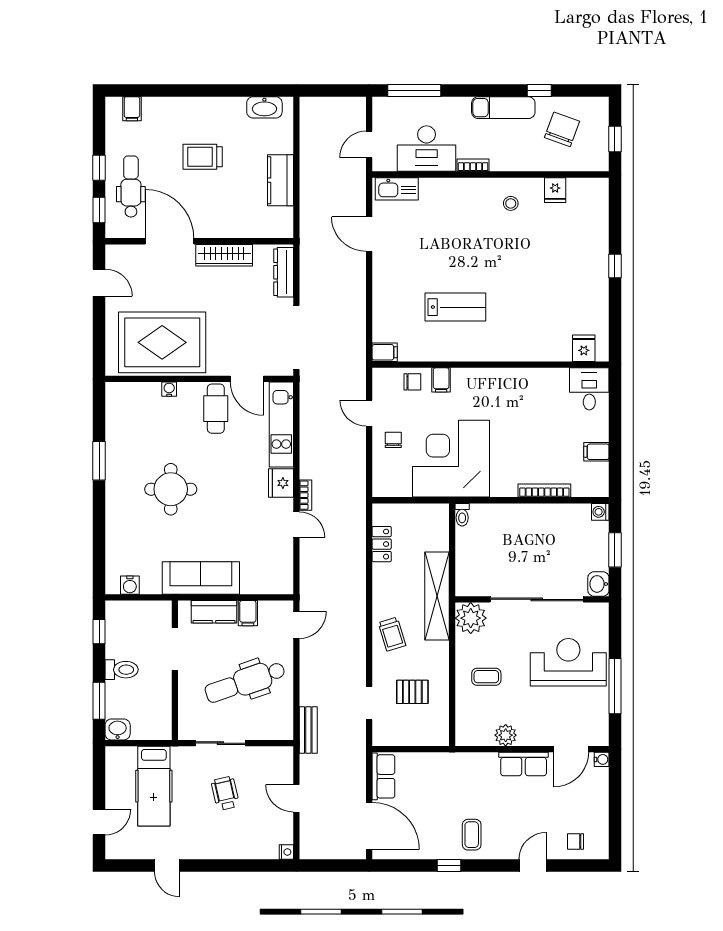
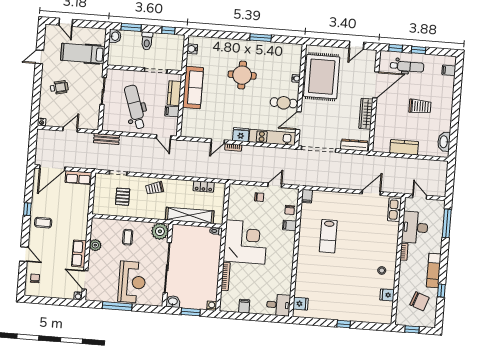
trolley: (203, 157) -> (420, 106), turned 90
corner desk: (451, 459) -> (246, 242), moved
shelving: (437, 596) -> (190, 215), moved
wheelchair: (225, 793) -> (59, 87), moved

